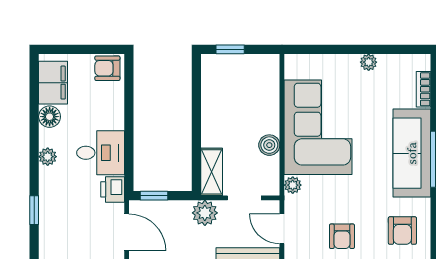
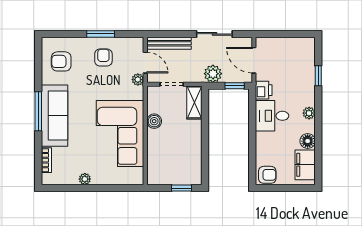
plant: (293, 185) -> (138, 80), moved
plant: (205, 213) -> (213, 74), moved
armchair: (402, 231) -> (61, 61), turned -90

